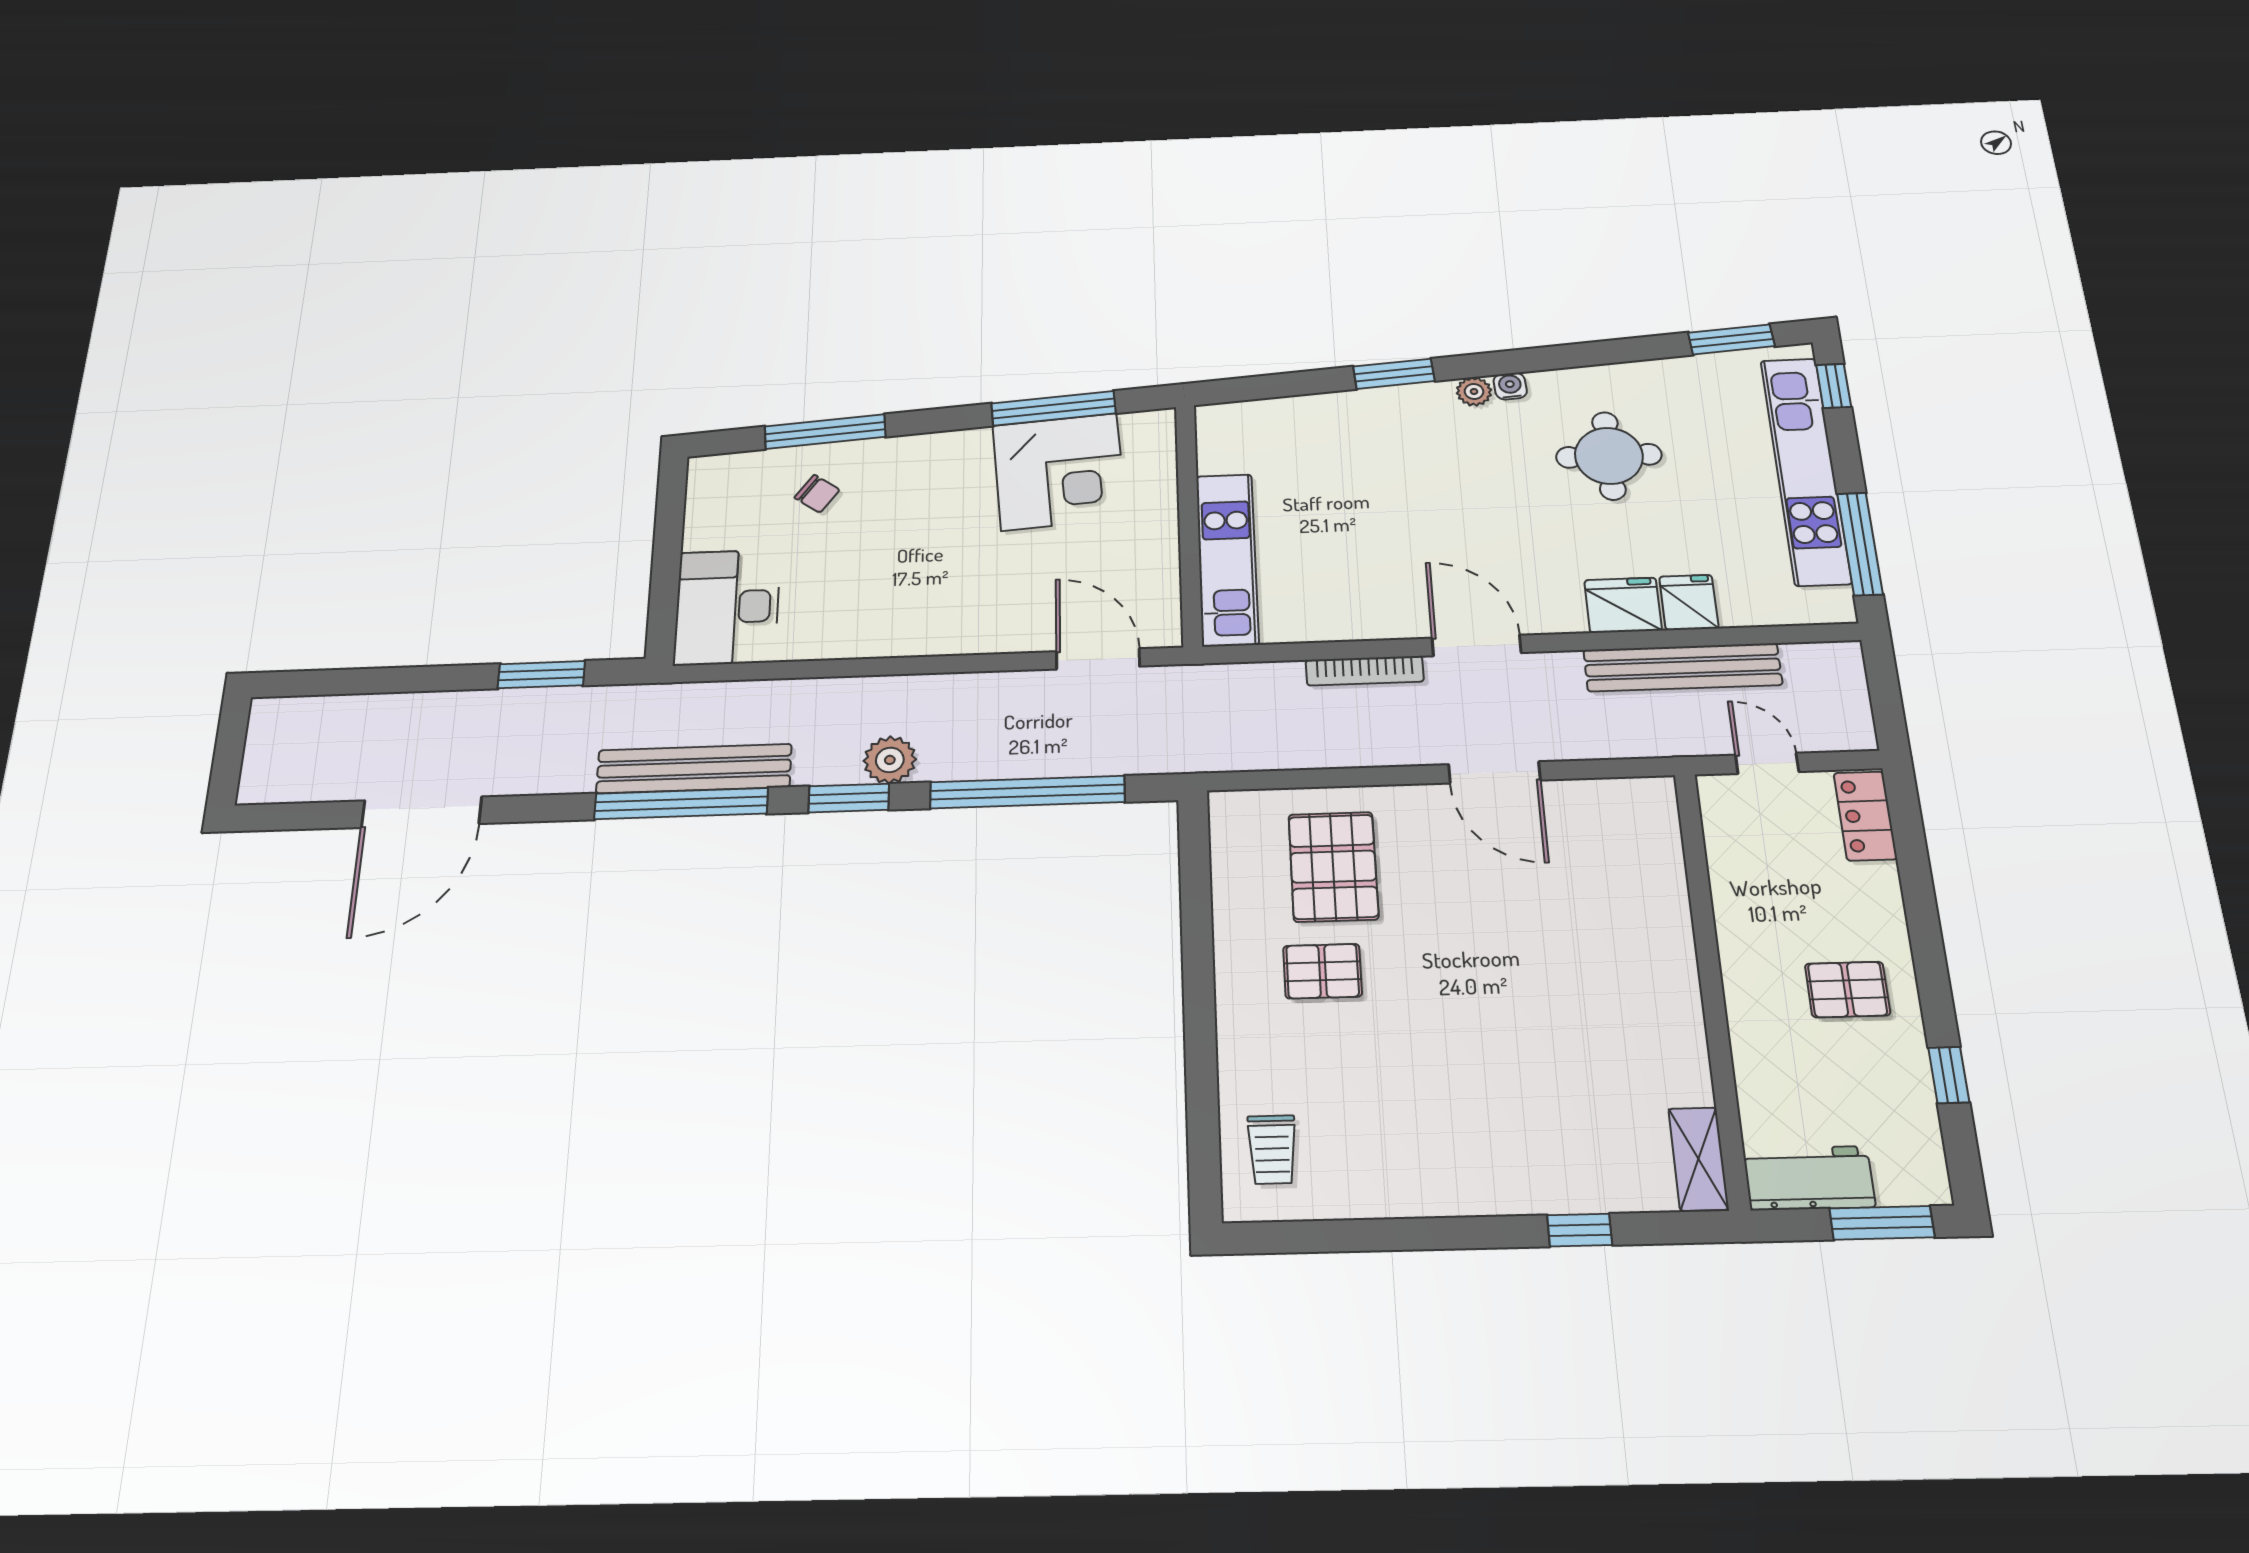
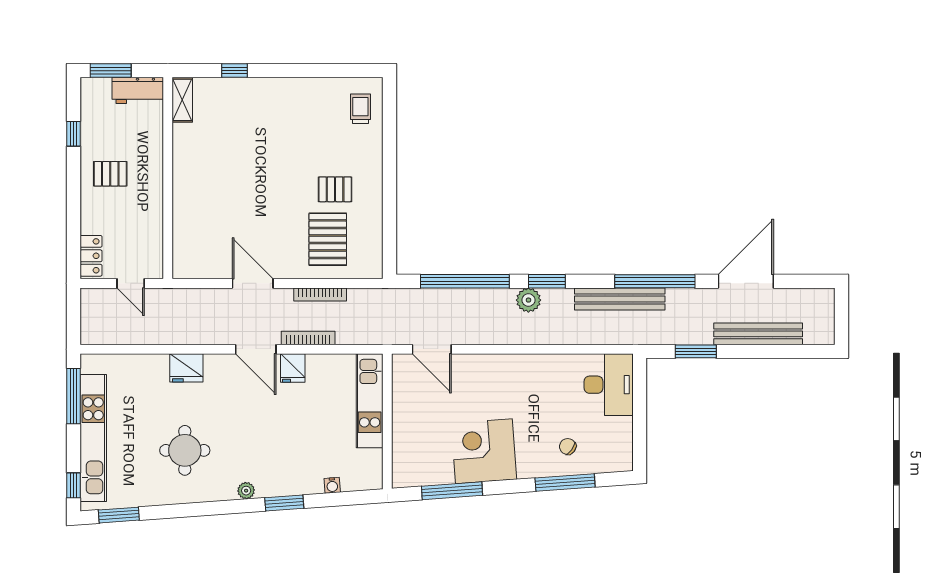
water cooler: (1510, 386) -> (332, 485), moved
corner desk: (1059, 472) -> (484, 451), moved
fridge: (1689, 602) -> (293, 368), moved
bench: (1683, 667) -> (758, 334), moved
bookcase: (1344, 755) -> (320, 295), added
window: (681, 804) -> (655, 281), moved

